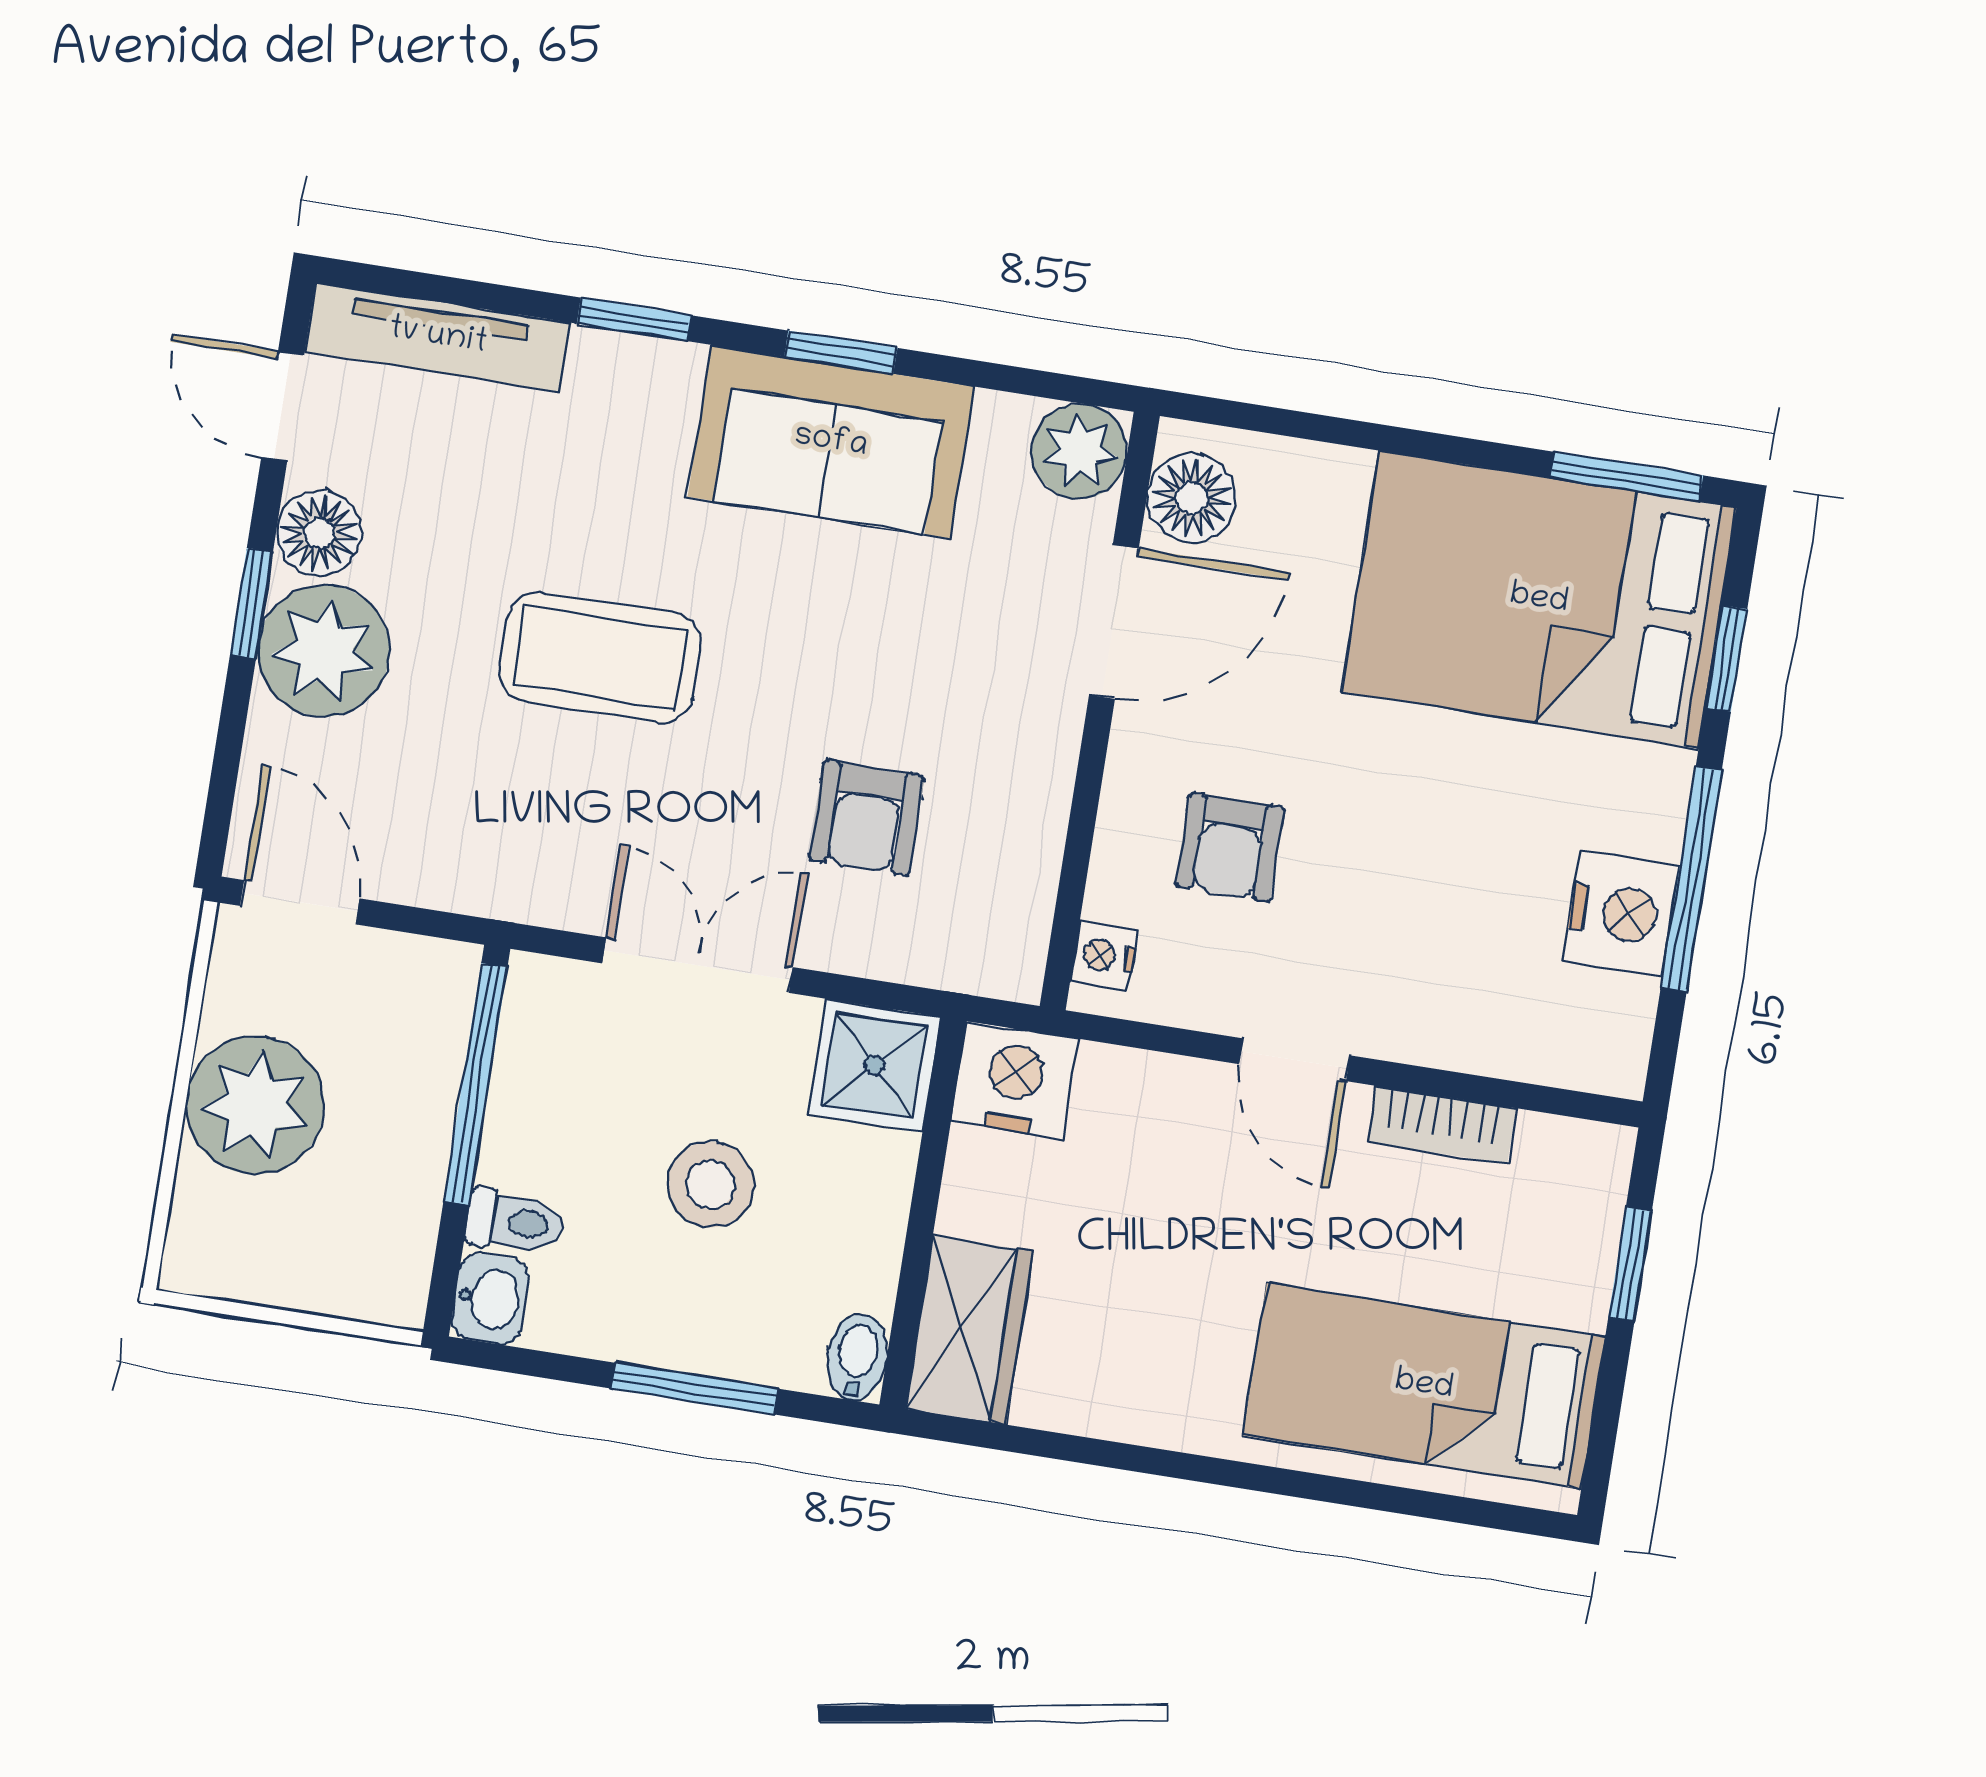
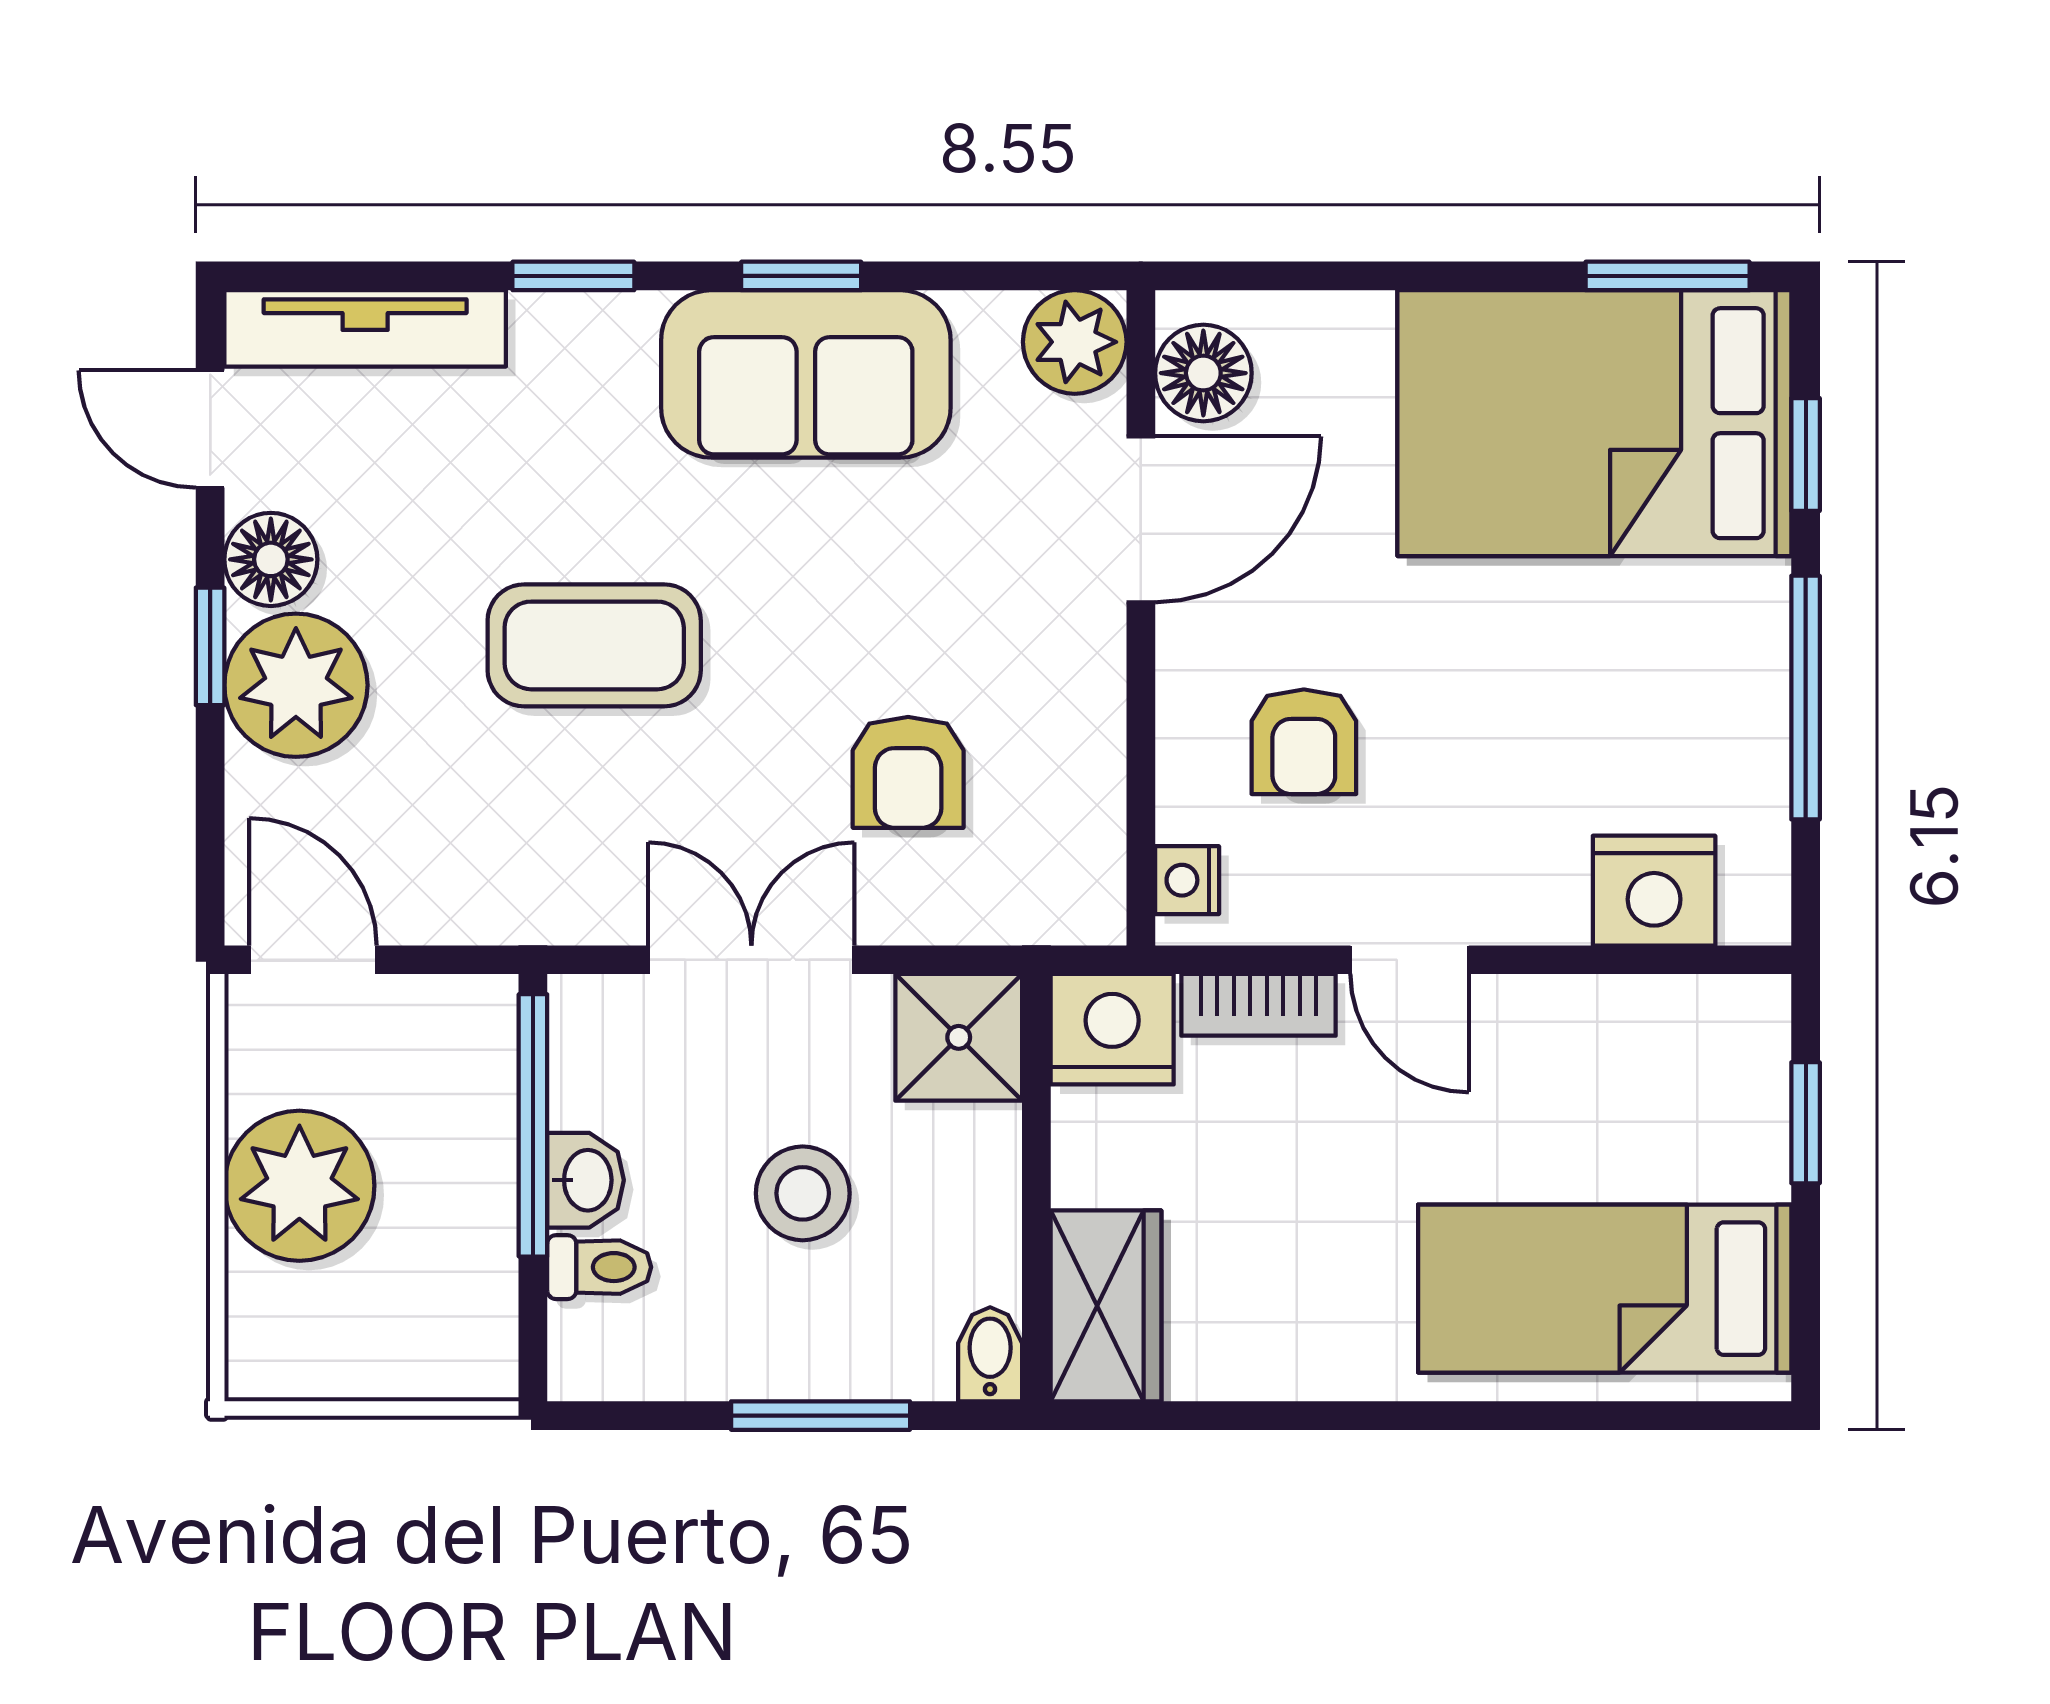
nightstand: (1621, 914) -> (1654, 891), moved, turned 90
bookcase: (1442, 1125) -> (1258, 1005), moved
washbasin: (490, 1299) -> (585, 1180), moved

